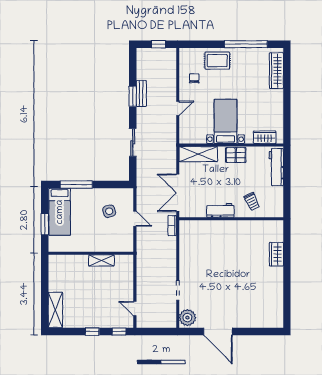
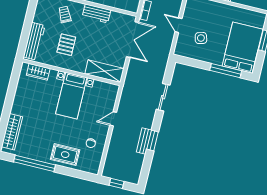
pallet: (236, 155) -> (66, 45), moved, turned 90
bed: (60, 212) -> (242, 48), width x1.50

